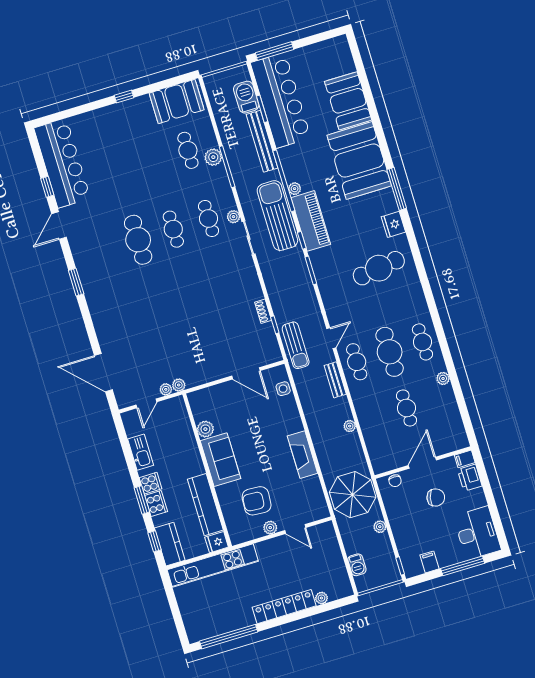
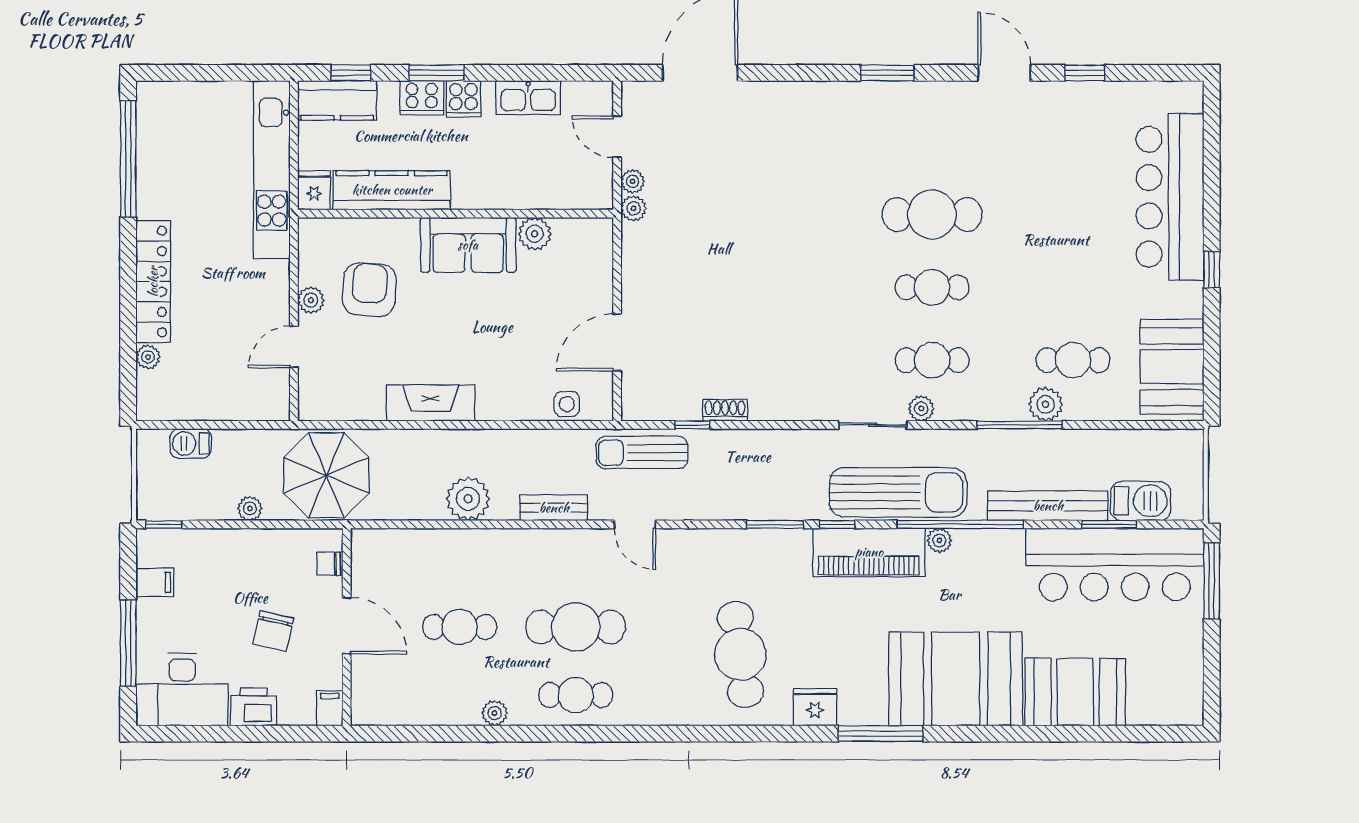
bar counter: (62, 163) -> (1170, 197), moved, turned 90
cafe table: (357, 362) -> (576, 559), removed
plant: (350, 426) -> (468, 499), width x1.88, depth x1.88
printer: (470, 478) -> (254, 707), moved

